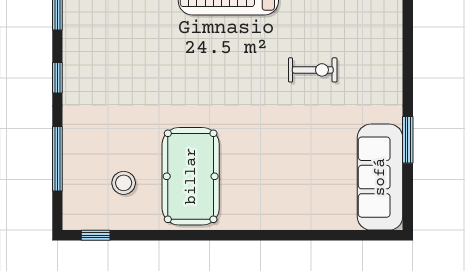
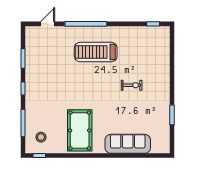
sofa: (380, 177) -> (128, 144), moved, turned 90
stool: (124, 183) -> (41, 137), moved

